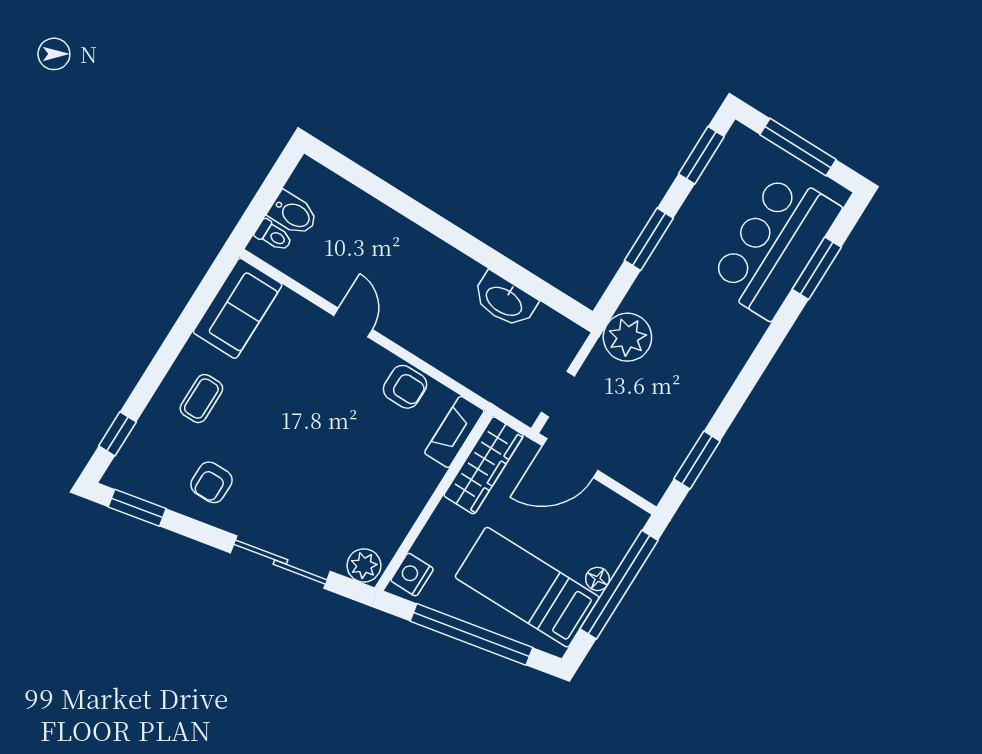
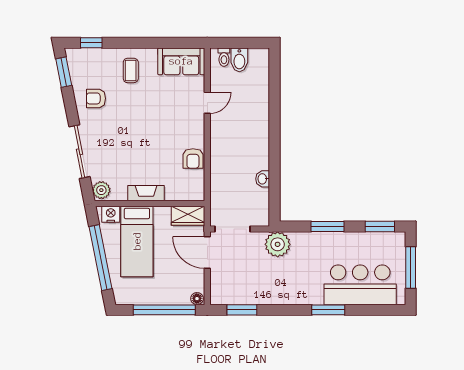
window: (817, 268) -> (328, 310), moved
washbasin: (504, 300) -> (263, 179), width x0.52, depth x0.69
door: (353, 322) -> (207, 103), moved
doorway: (558, 394) -> (232, 229), width x1.38
coffee table: (201, 399) -> (131, 70), turned 90
fireplace: (454, 432) -> (146, 193), moved
wardrobe: (484, 465) -> (188, 216), width x0.67
floor lamp: (597, 579) -> (197, 299), moved
bed: (527, 587) -> (137, 241), moved, turned 180

